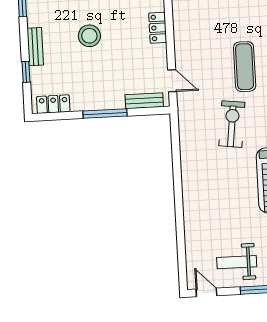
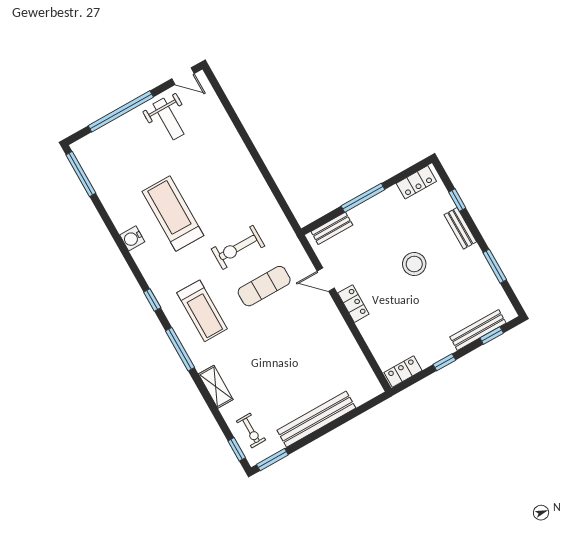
exercise mat: (245, 67) -> (264, 286), moved, turned 90
door: (172, 81) -> (326, 280), moved
exercise bike: (232, 124) -> (238, 247), turned 83
weight bench: (237, 262) -> (169, 119), turned 90

